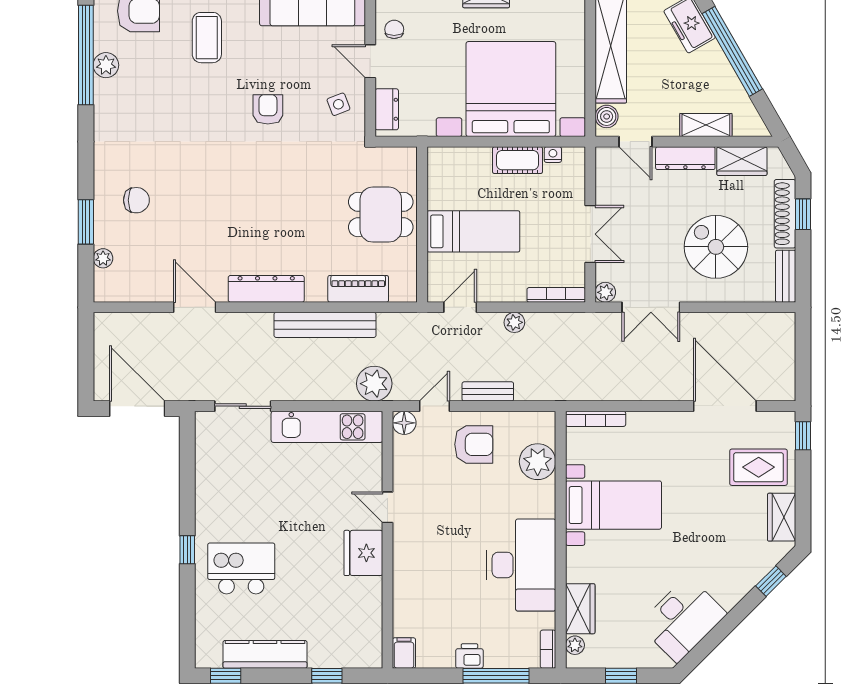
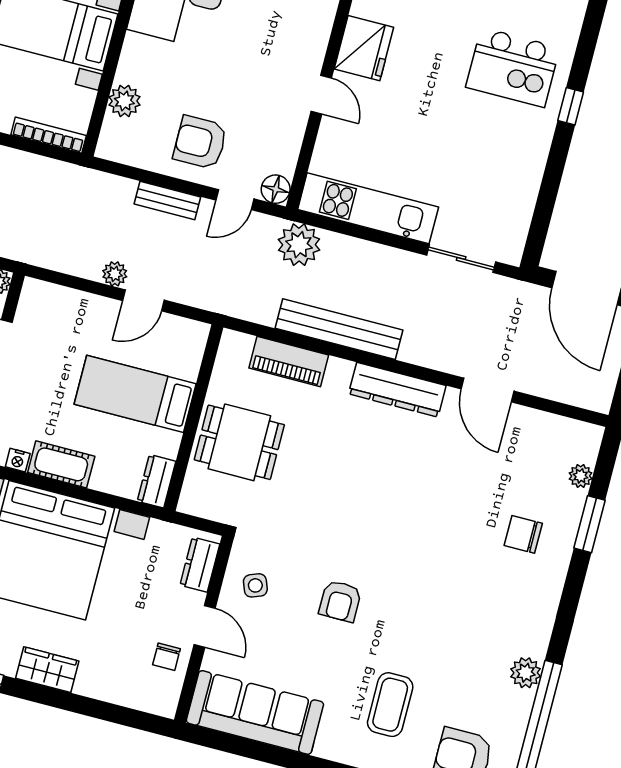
plant: (106, 65) -> (526, 673), moved
dresser: (438, 167) -> (157, 481), added
bookcase: (556, 295) -> (57, 293), removed
door: (460, 307) -> (143, 300), moved
plant: (538, 462) -> (124, 101), width x0.73, depth x0.73

